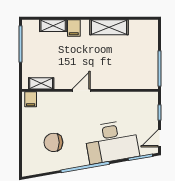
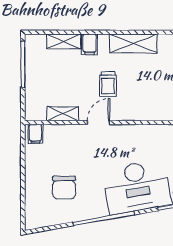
trolley: (89, 60) -> (108, 84), added
shelving: (41, 83) -> (63, 114), moved
chair: (53, 142) -> (64, 188), turned -90

